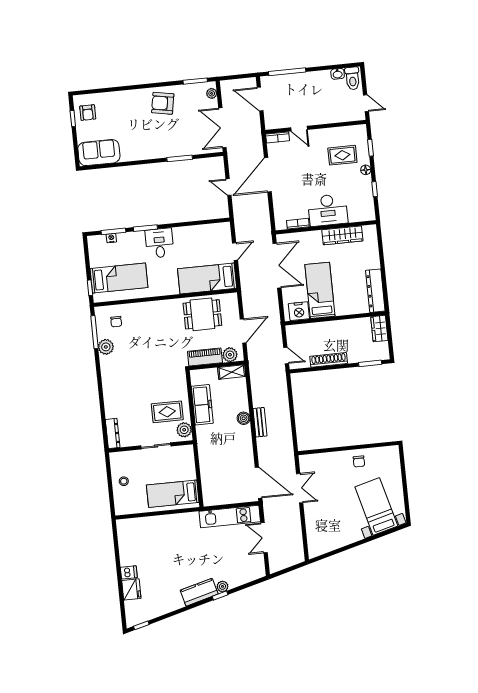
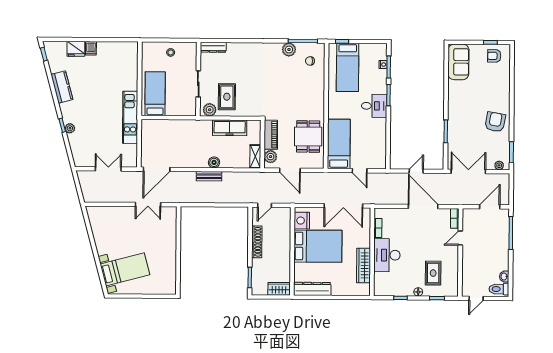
bed: (320, 290) -> (318, 246), width x1.50
chair: (359, 461) -> (166, 259), removed
kitchen unit: (230, 517) -> (130, 117), moved
kitchen counter: (199, 592) -> (62, 87), moved

